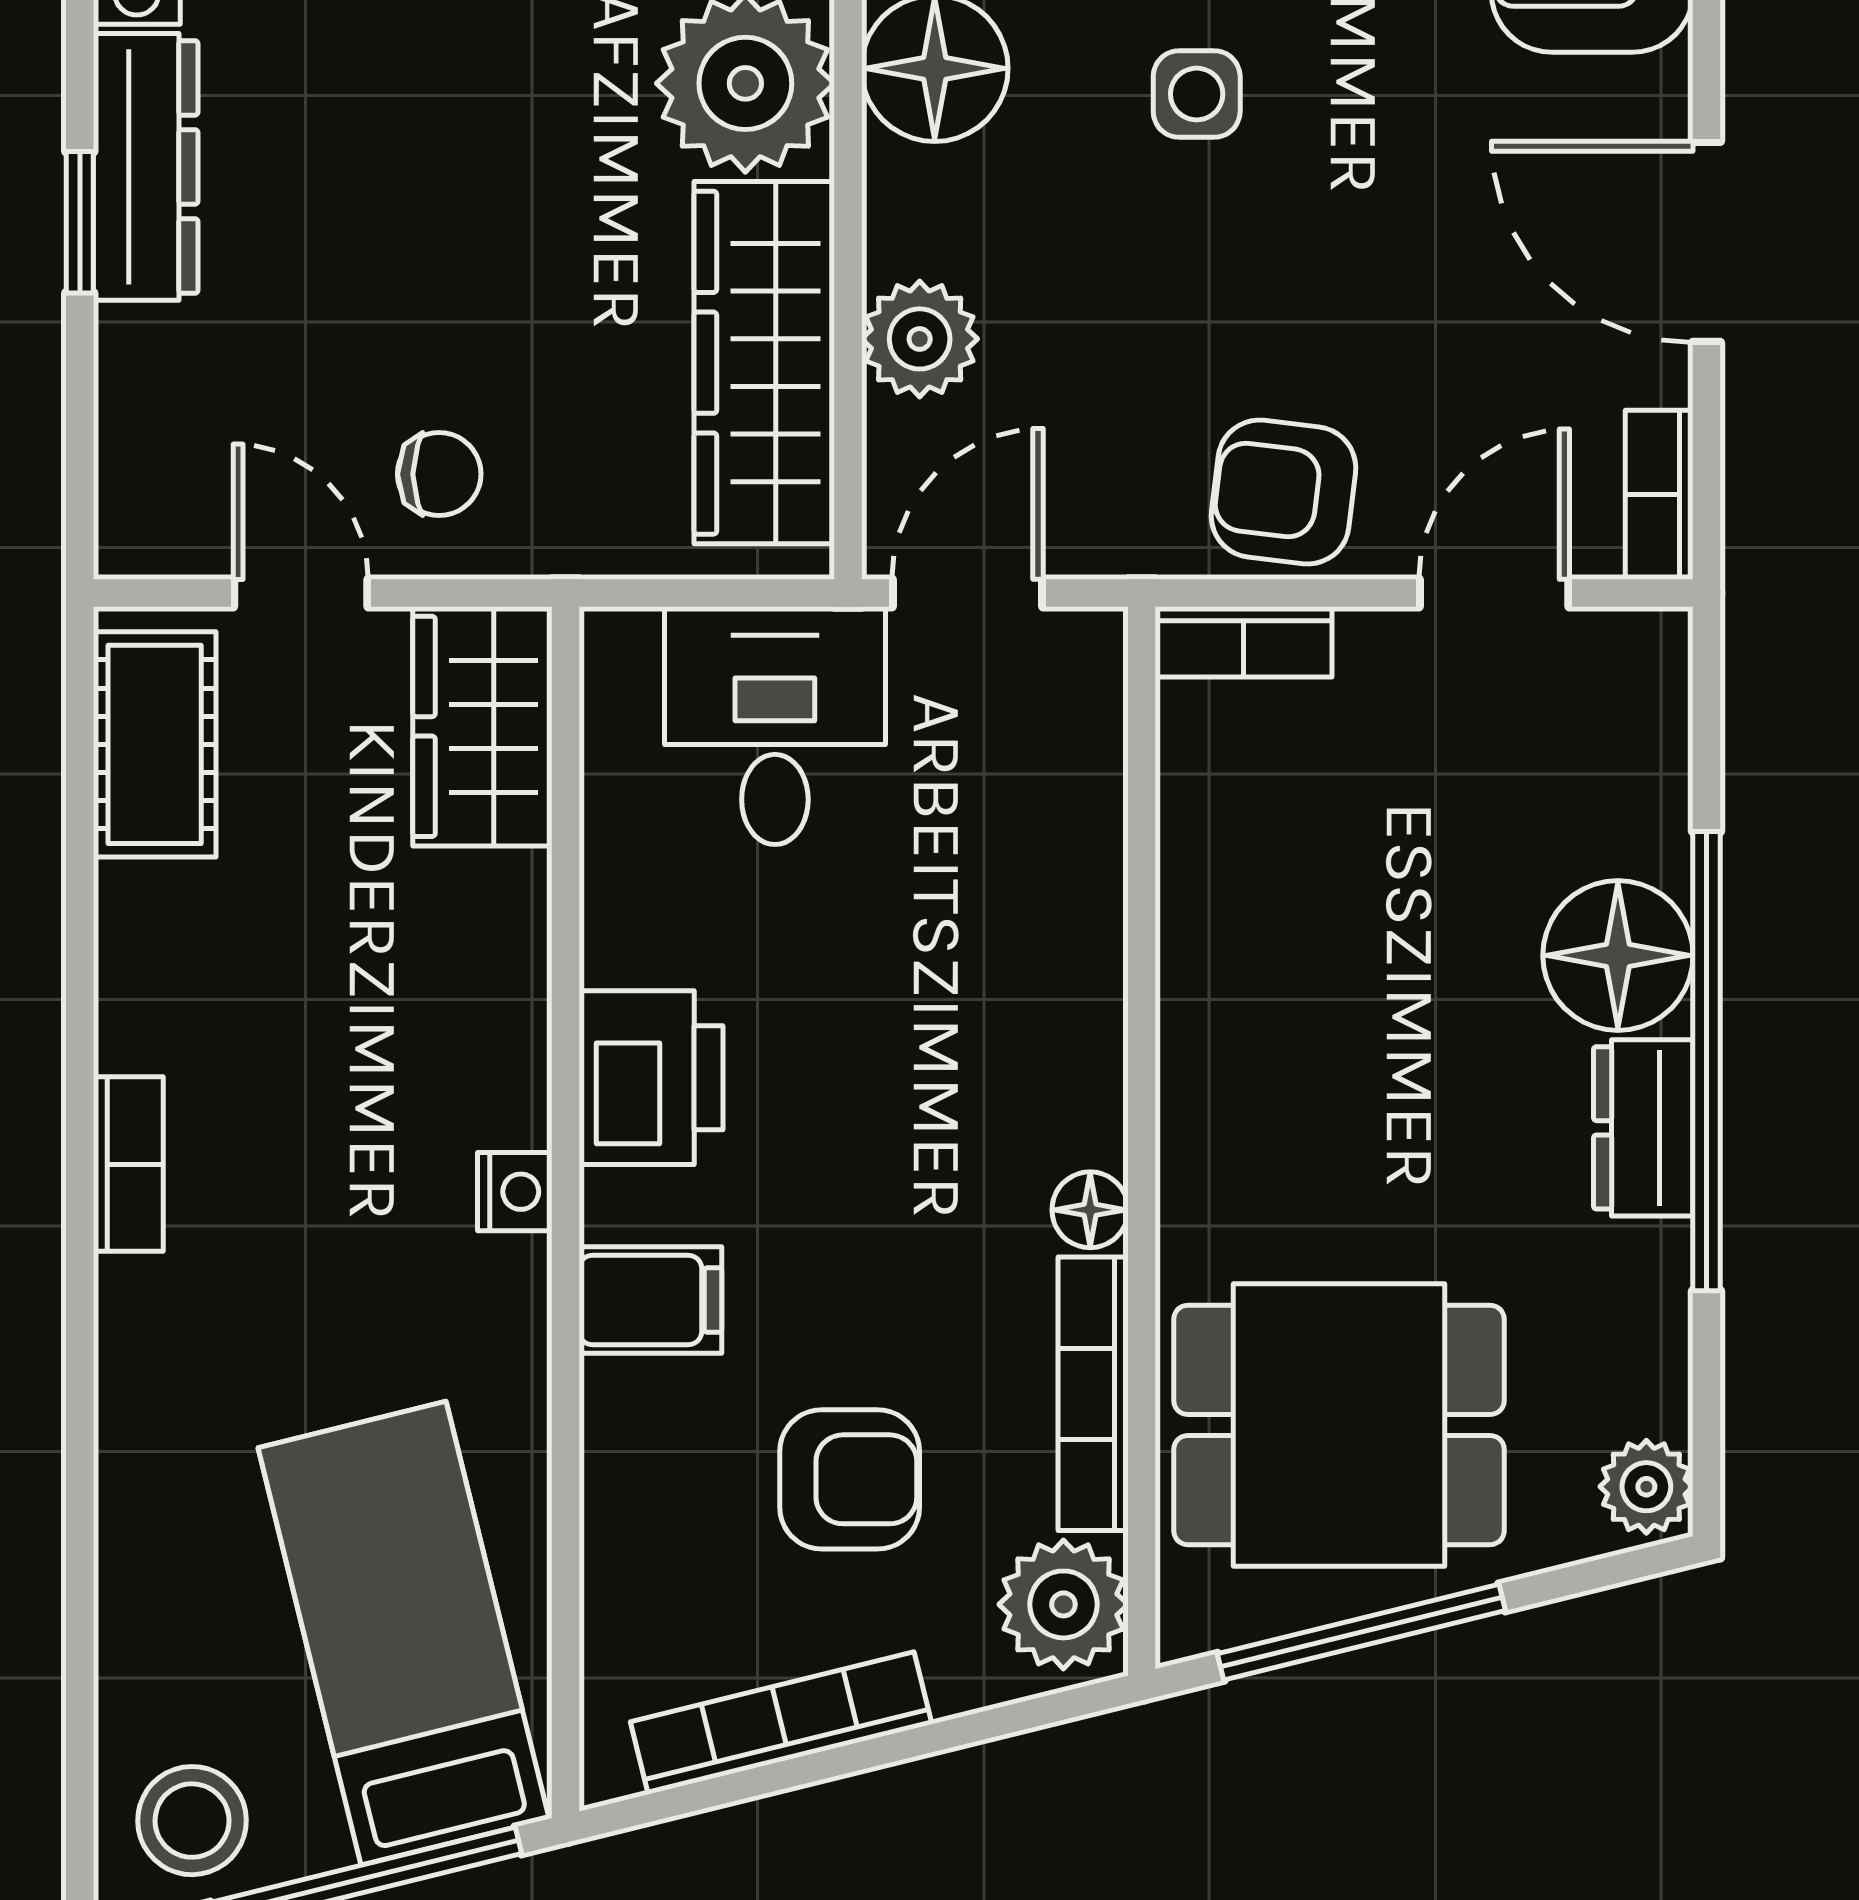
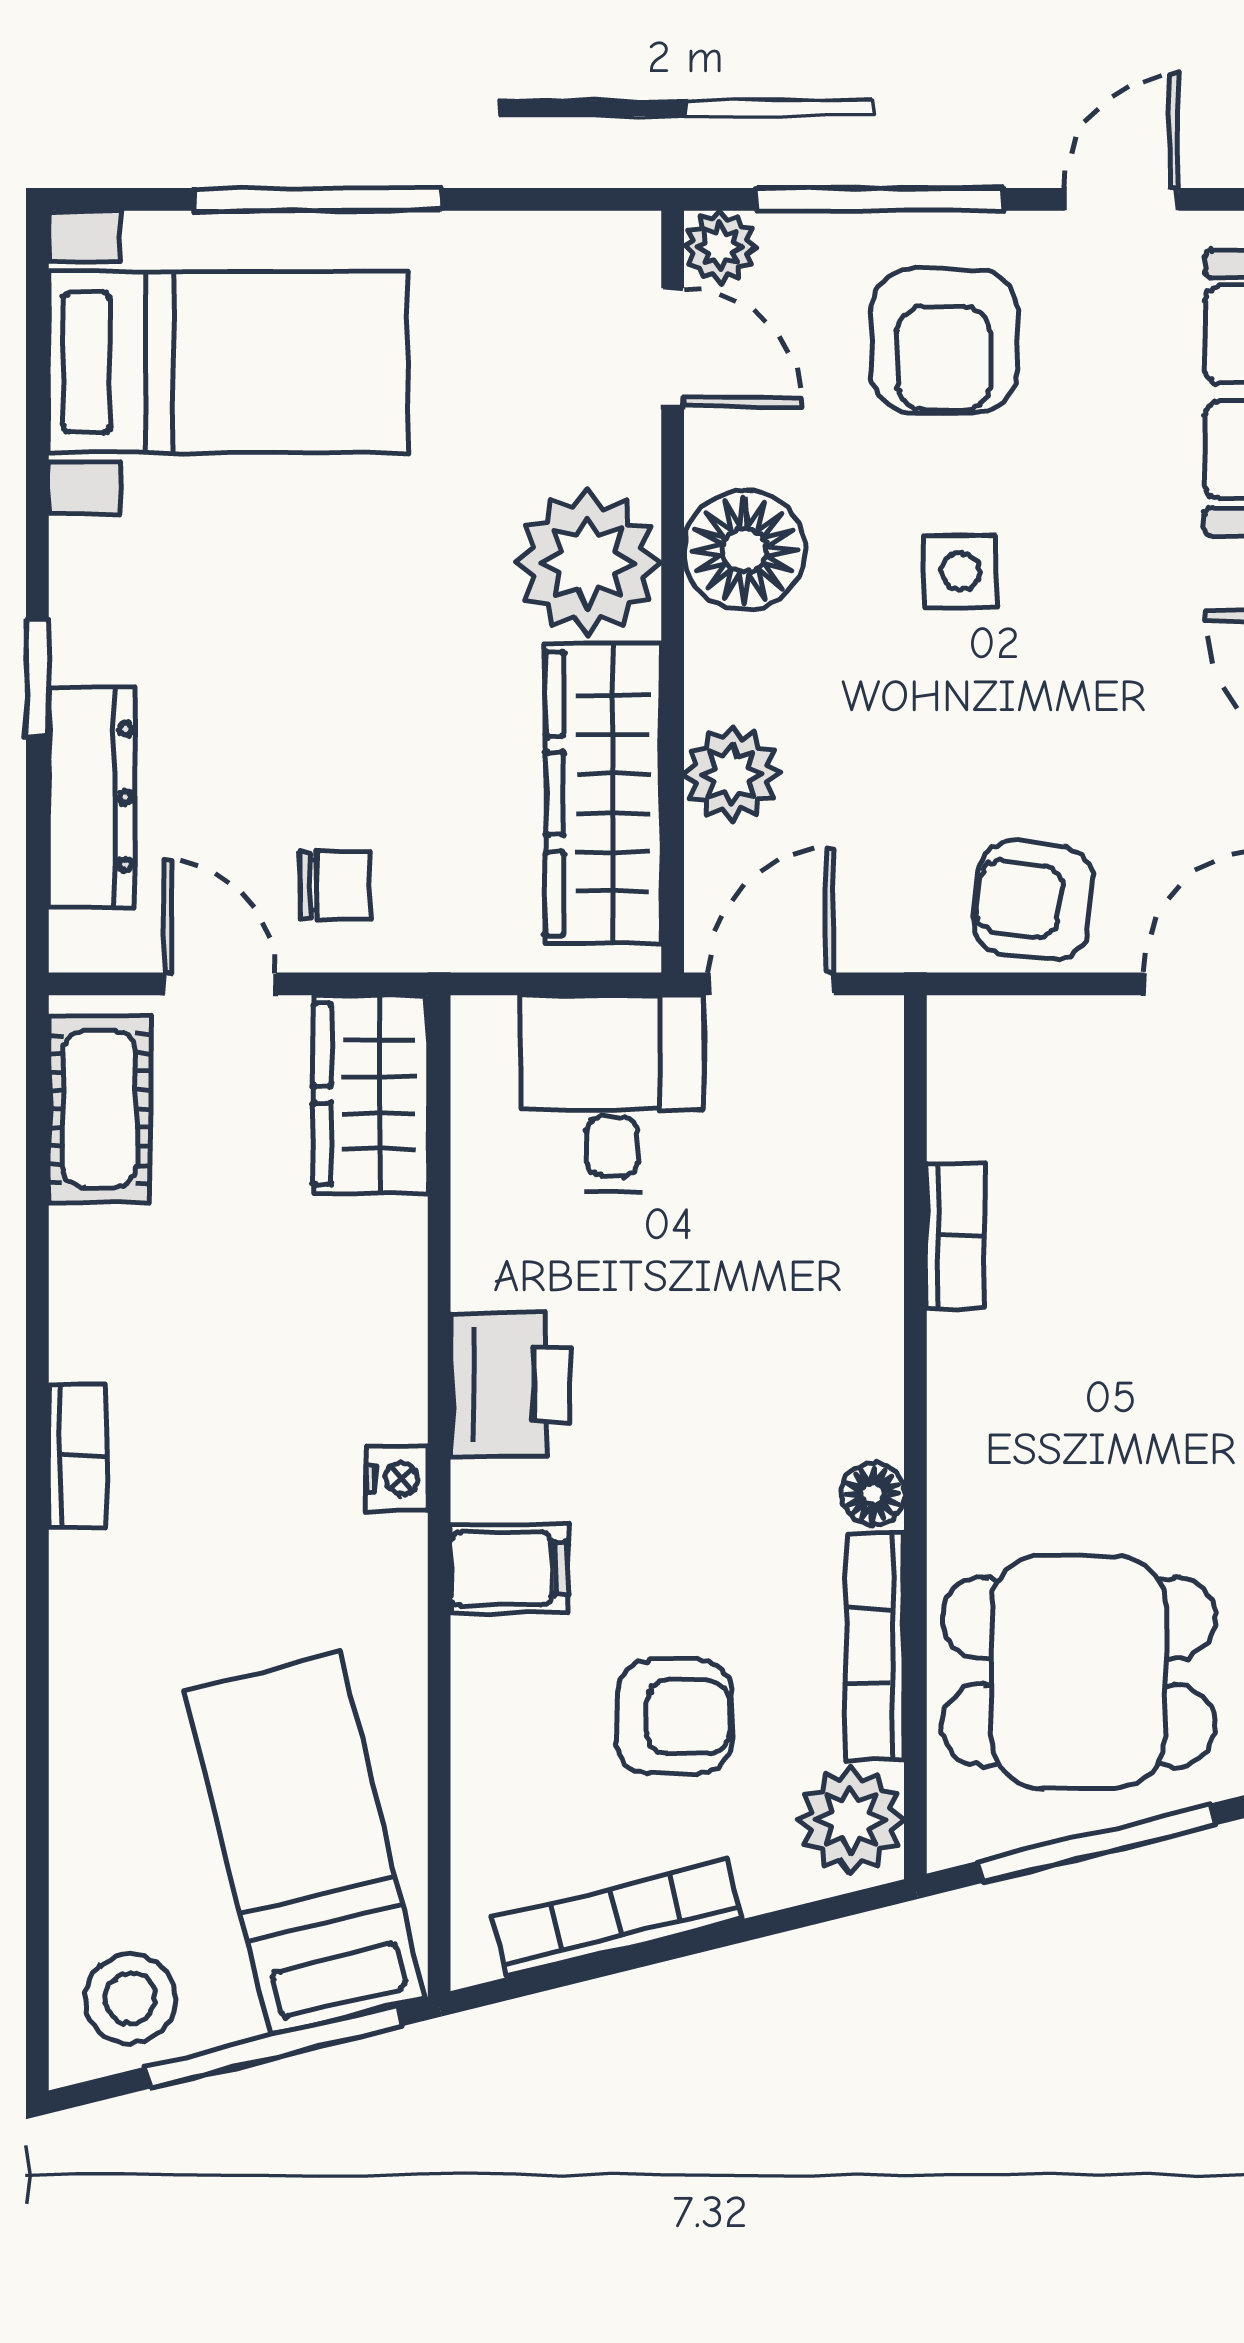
dresser: (146, 167) -> (92, 797), moved
bookcase: (1244, 642) -> (956, 1236), moved, turned -90

